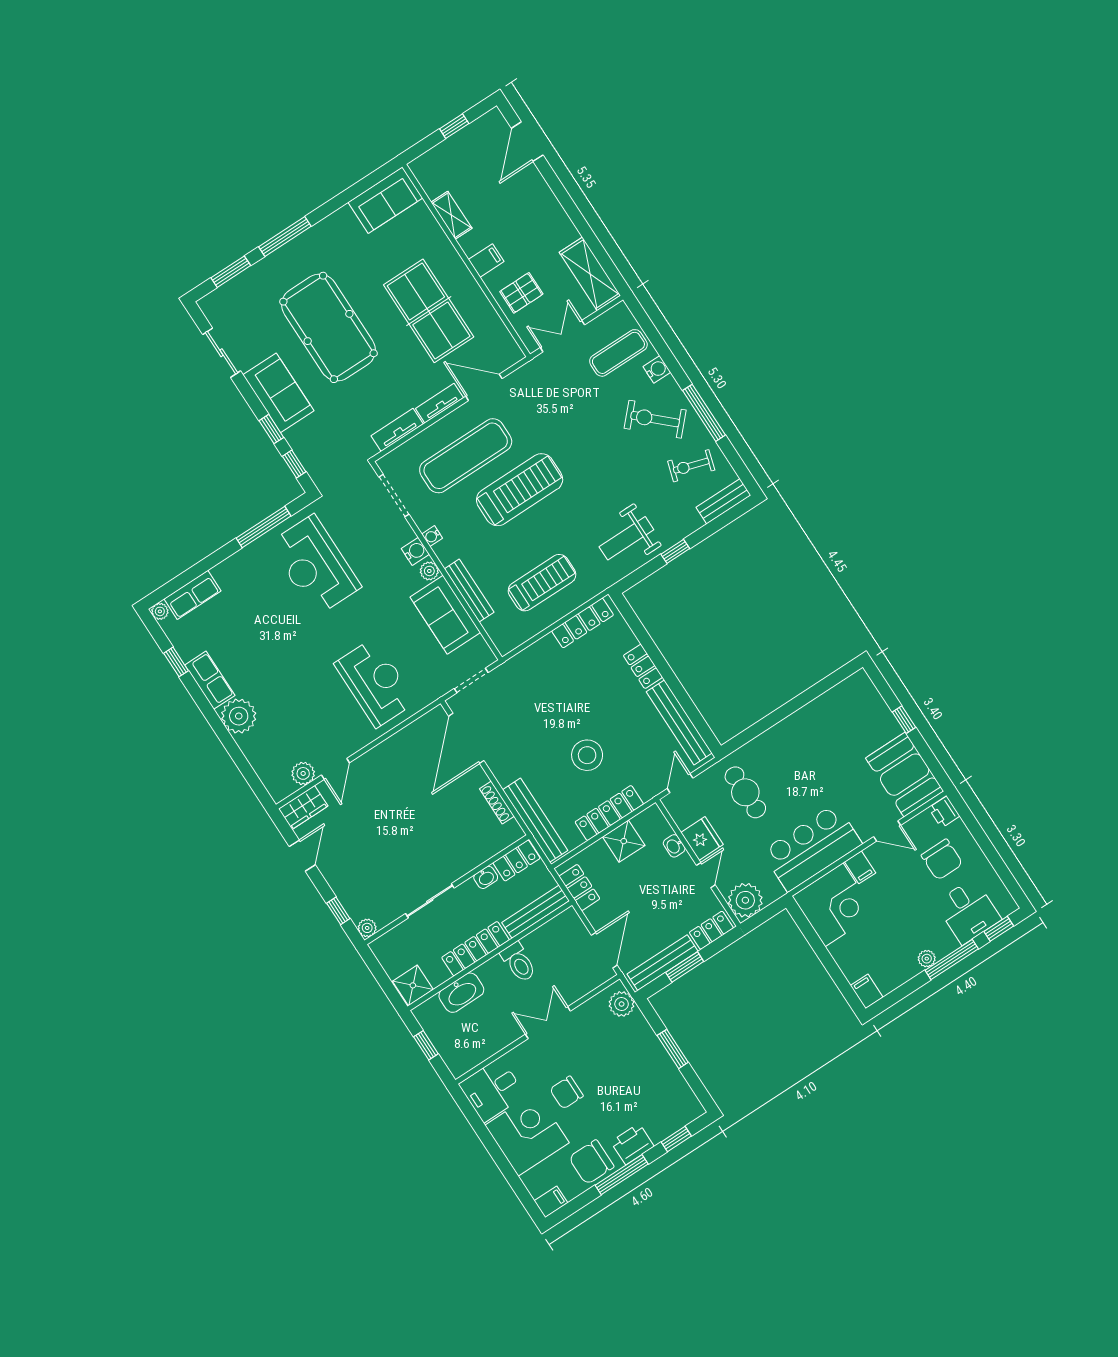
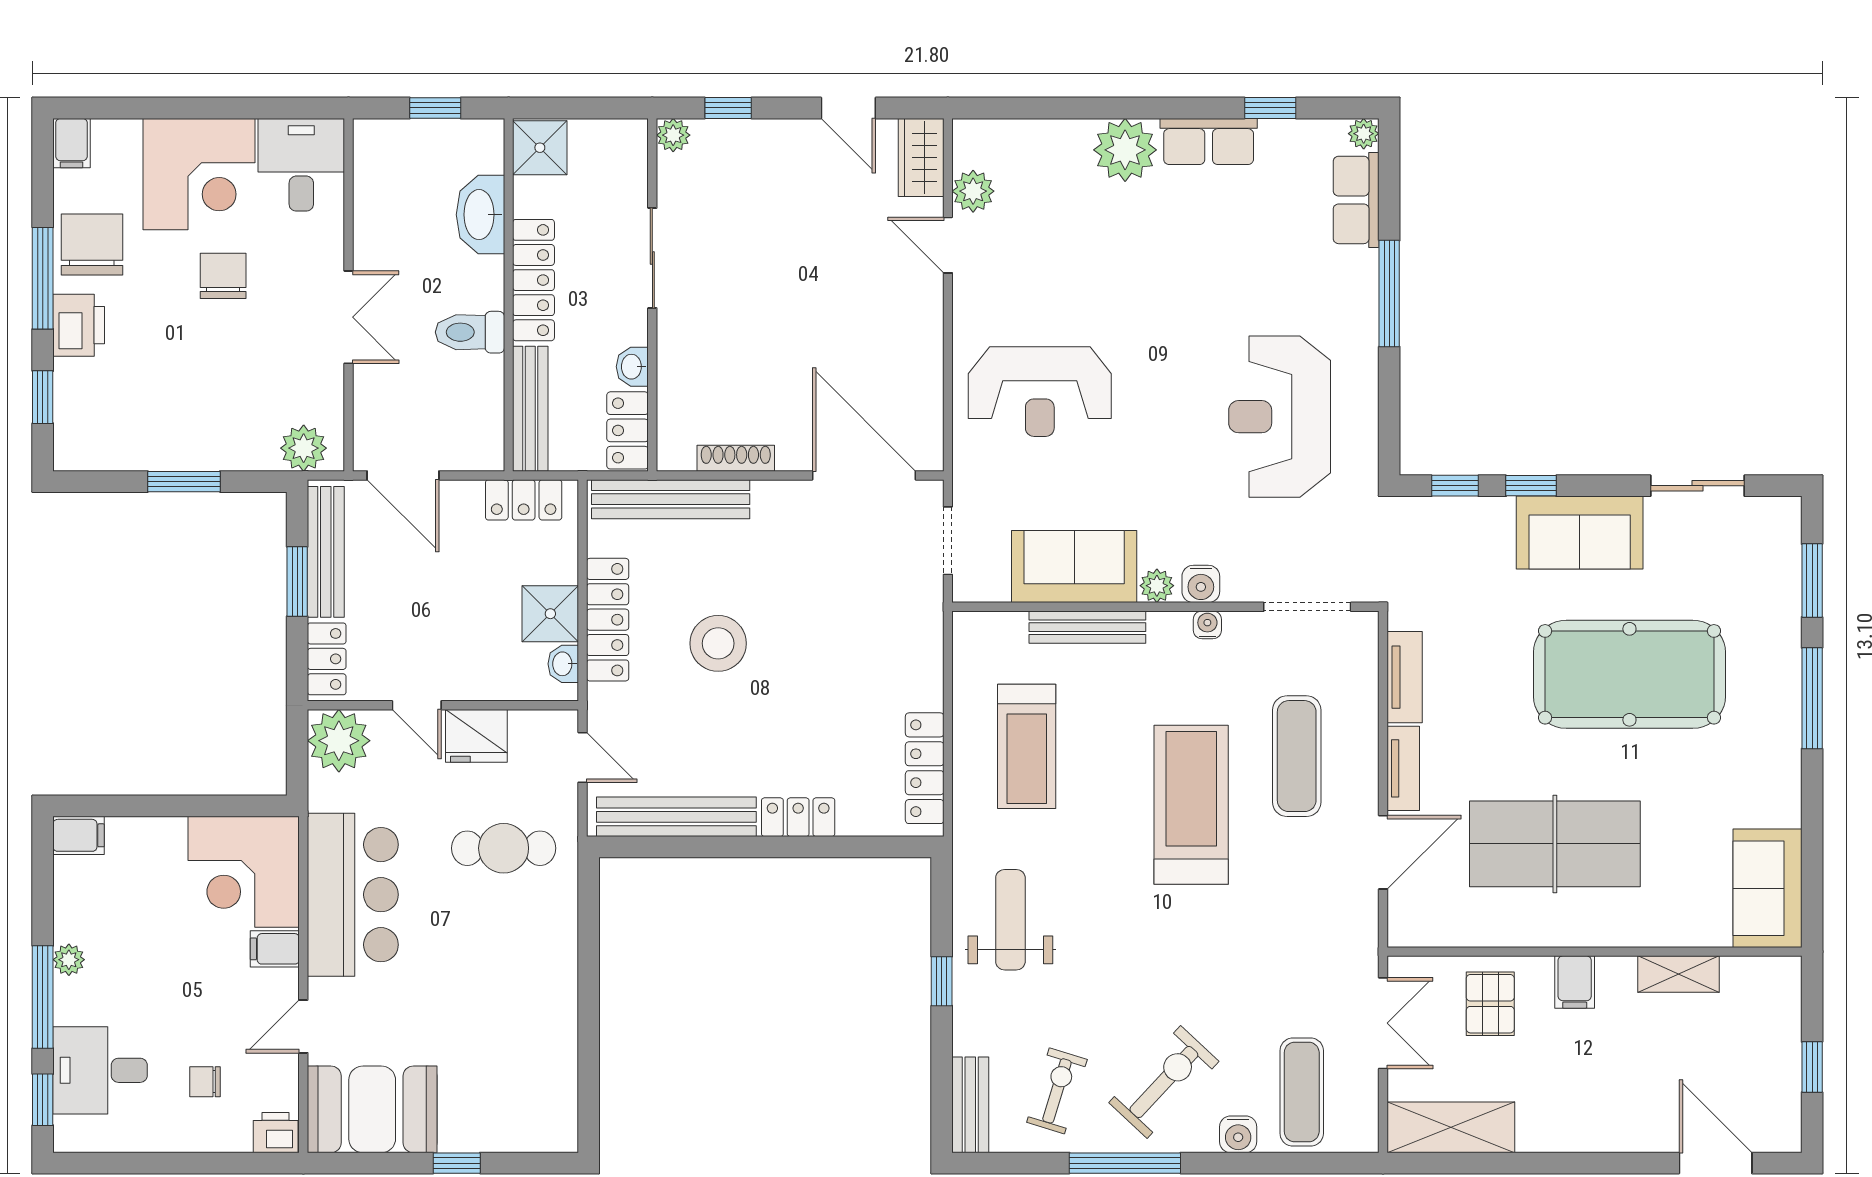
exercise mat: (466, 456) -> (1297, 756), width x0.73, depth x0.69
treadmill: (520, 490) -> (1191, 805), turned 180
window: (264, 527) -> (1389, 294), moved
reception desk: (315, 565) -> (1280, 417), turned -90
washbasin: (674, 846) -> (563, 664), moved, turned -90
chair: (942, 860) -> (205, 1082), width x0.54, depth x0.54

